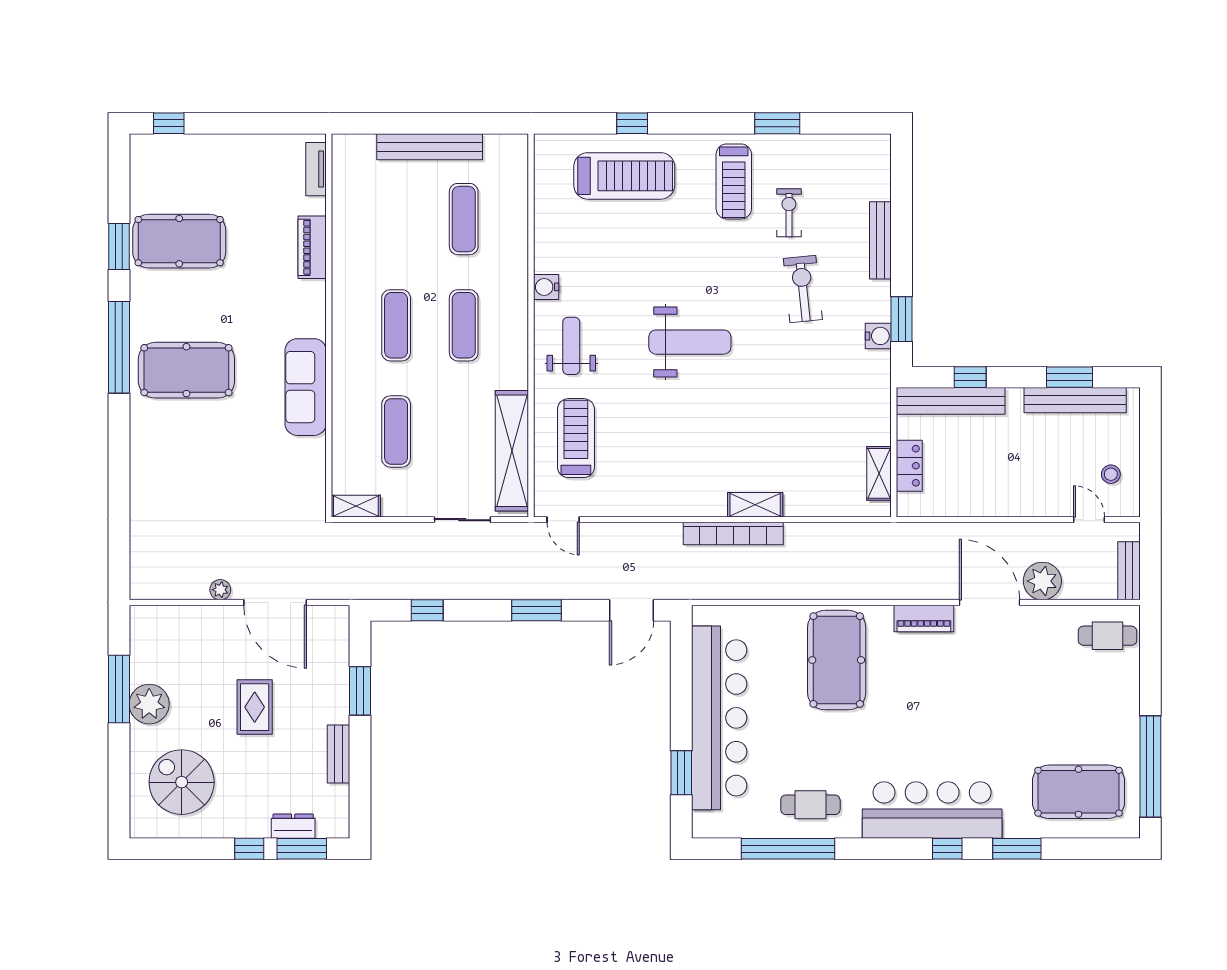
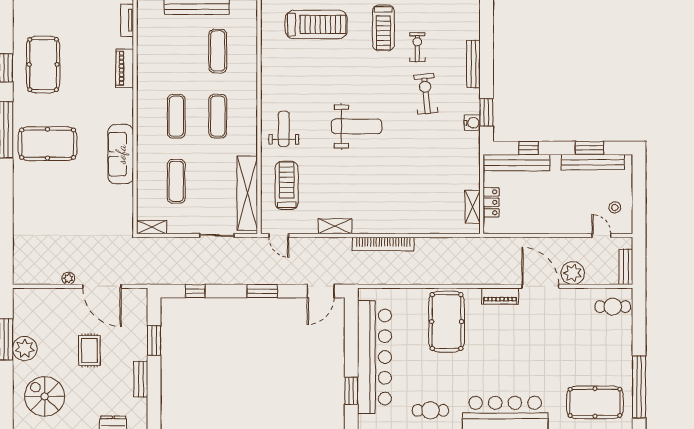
pool table: (179, 241) -> (43, 65), turned 90
water cooler: (546, 287) -> (268, 93), removed
shelving: (755, 505) -> (335, 226), moved

